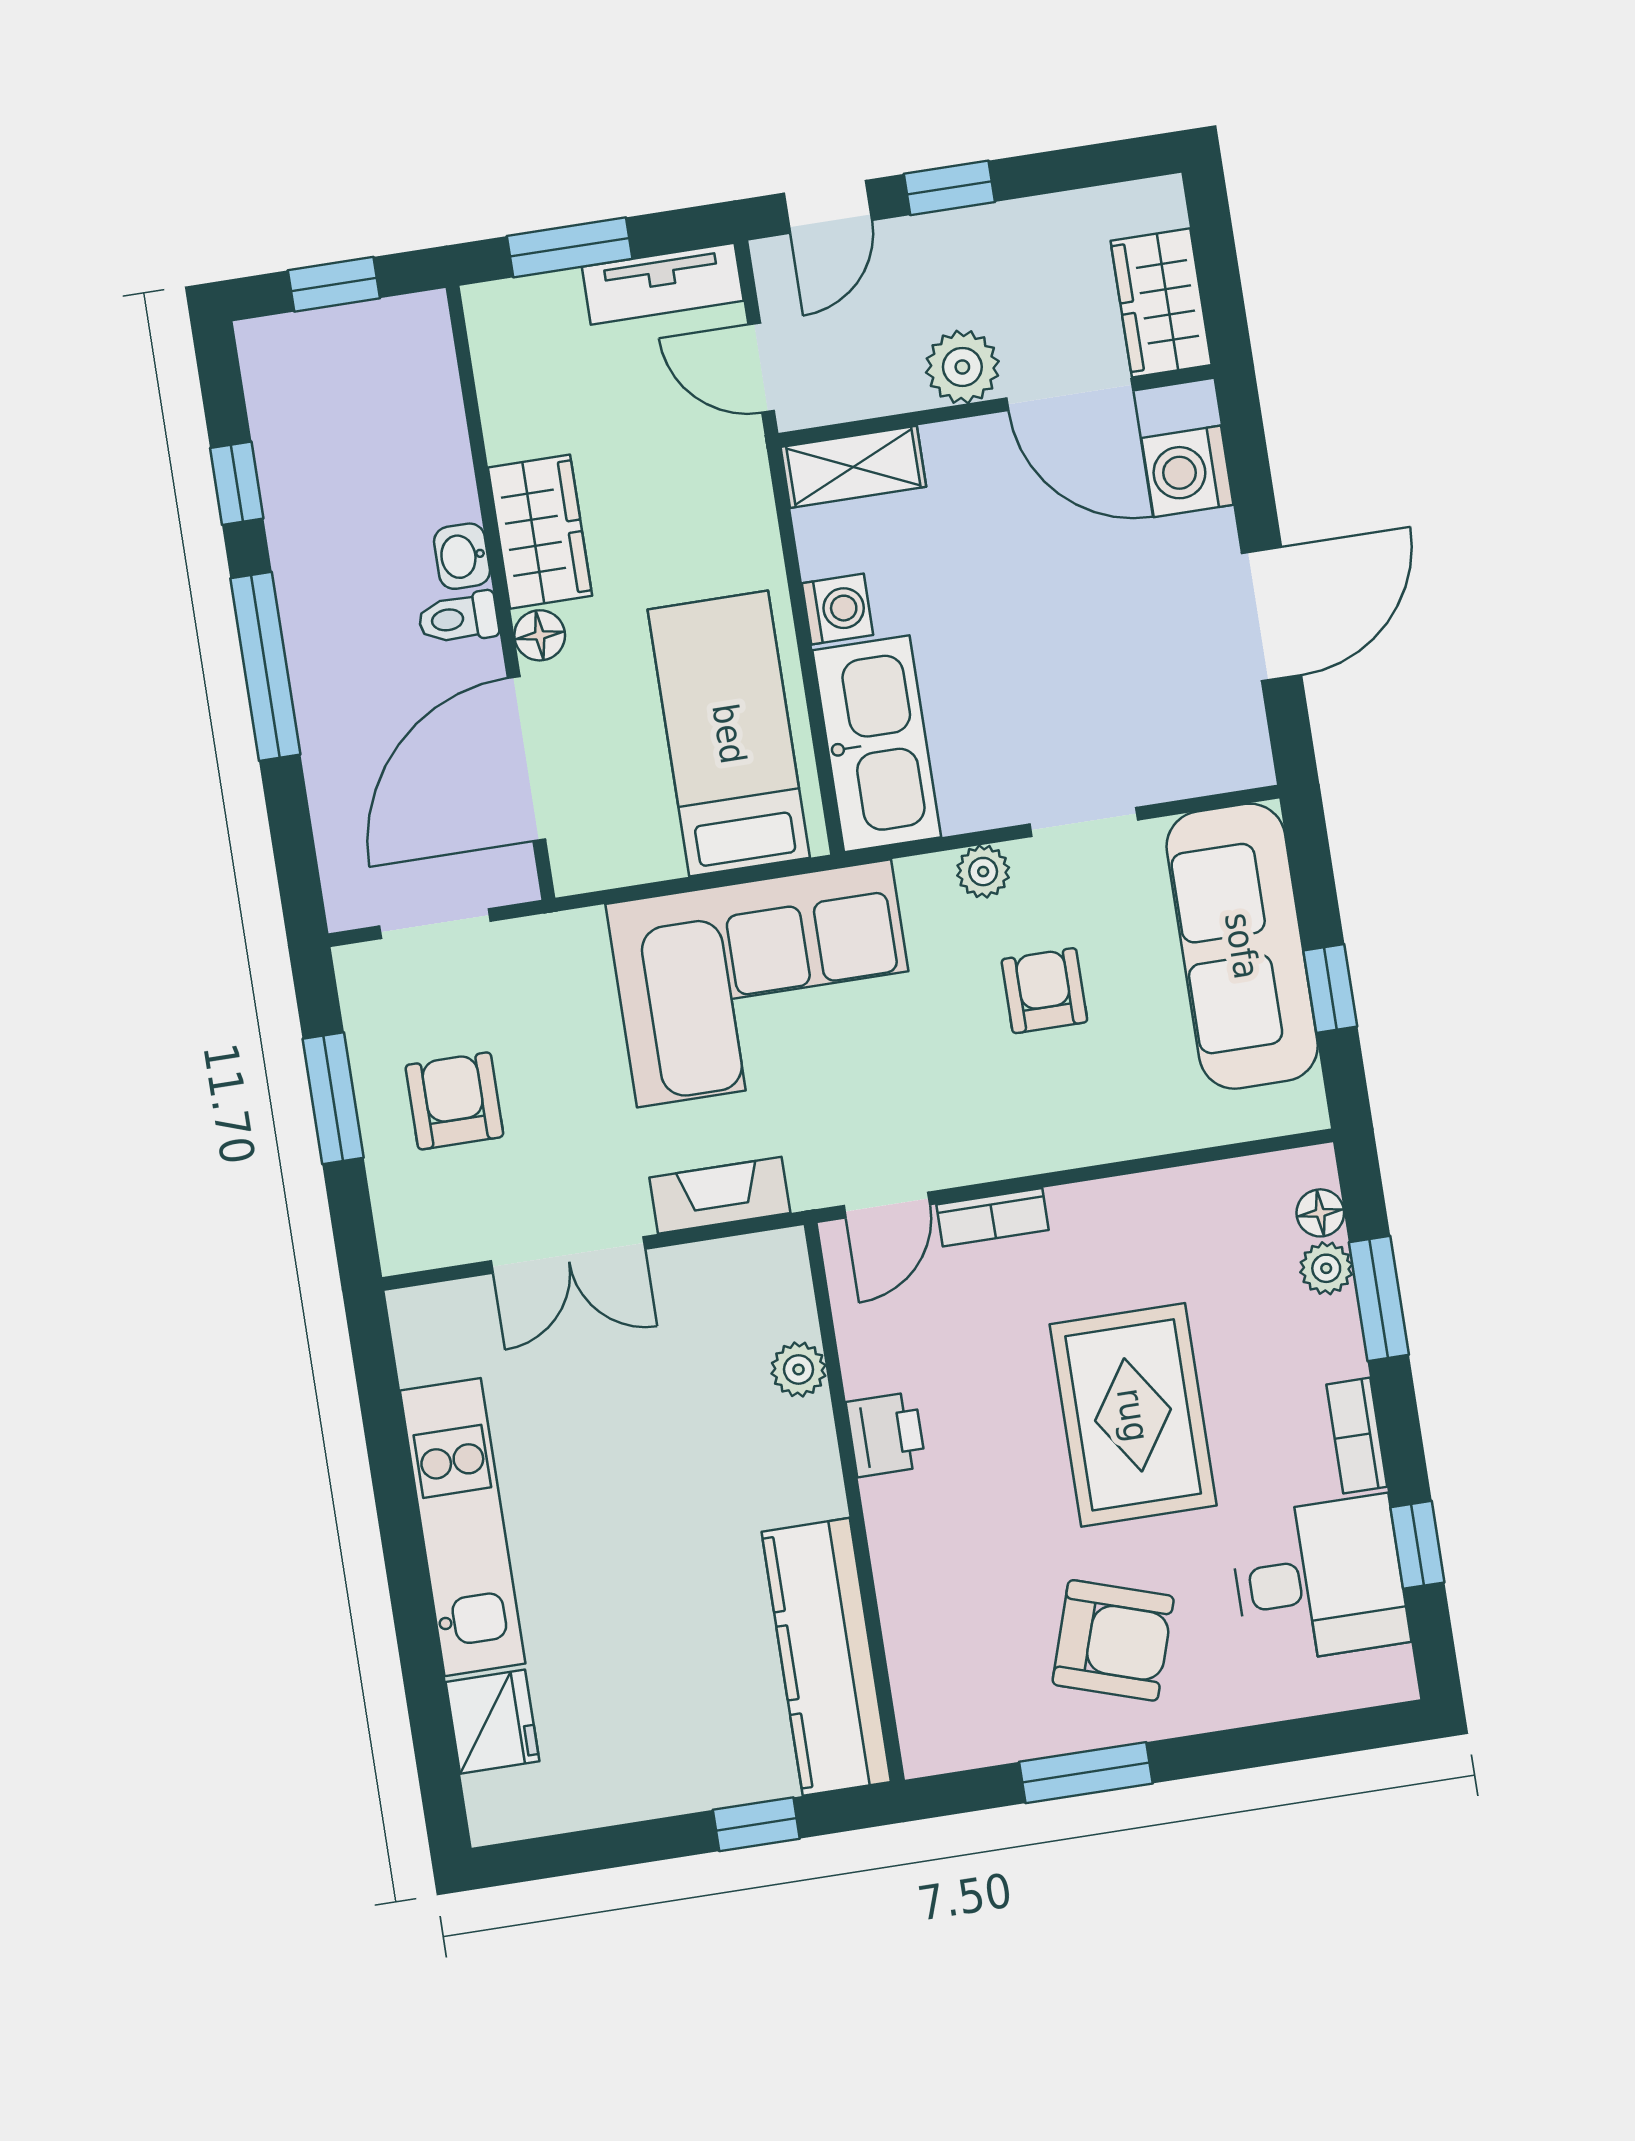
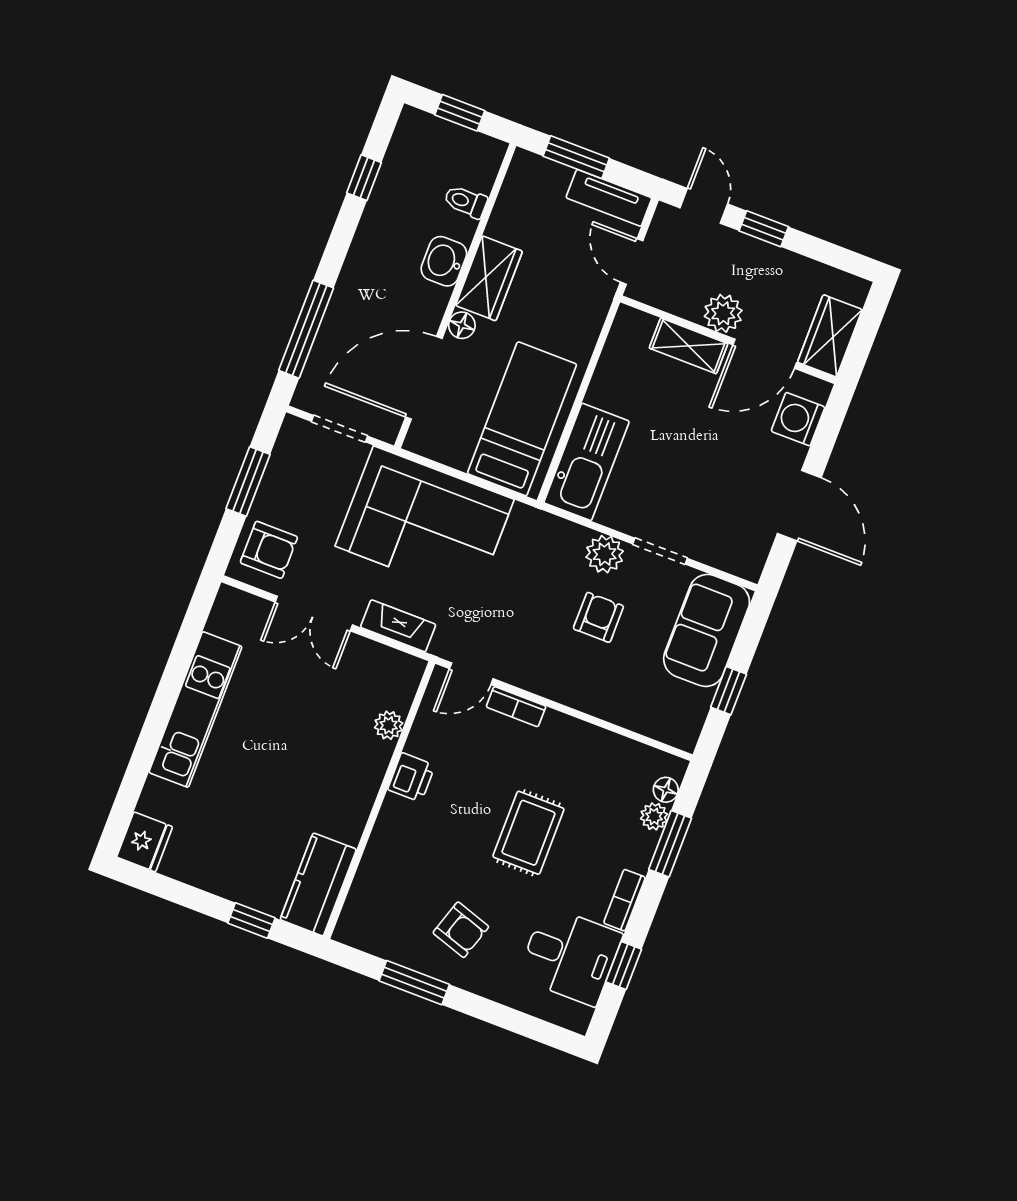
door: (828, 207) -> (704, 206), swing flipped
door: (1070, 394) -> (765, 354), hinge flipped
shelving: (853, 467) -> (689, 346), moved
washbasin: (462, 556) -> (444, 261), width x1.38, depth x1.45
washing machine: (838, 609) -> (604, 391), removed
door: (1272, 614) -> (799, 506), hinge flipped
toilet: (458, 618) -> (466, 202), moved
window: (265, 666) -> (306, 329), moved
plant: (983, 872) -> (605, 554), width x1.38, depth x1.38
sofa: (1242, 946) -> (707, 630), width x0.73
corner sofa: (764, 983) -> (425, 523), moved
armchair: (454, 1101) -> (269, 550), moved, turned 90
rug: (1133, 1415) -> (528, 833), width x0.73, depth x0.70
armchair: (1113, 1640) -> (461, 930), width x0.72, depth x0.72
kitchen counter: (826, 1657) -> (318, 884), width x0.67
fridge: (492, 1722) -> (144, 842), moved

